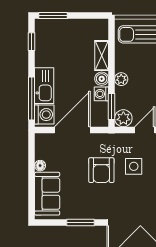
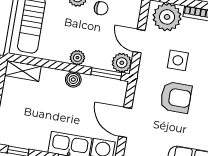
shelving: (102, 56) -> (23, 71), moved
washing machine: (101, 94) -> (90, 83), removed
door: (72, 130) -> (125, 122), width x0.73

